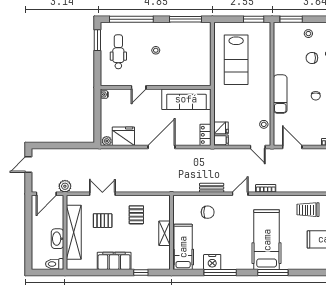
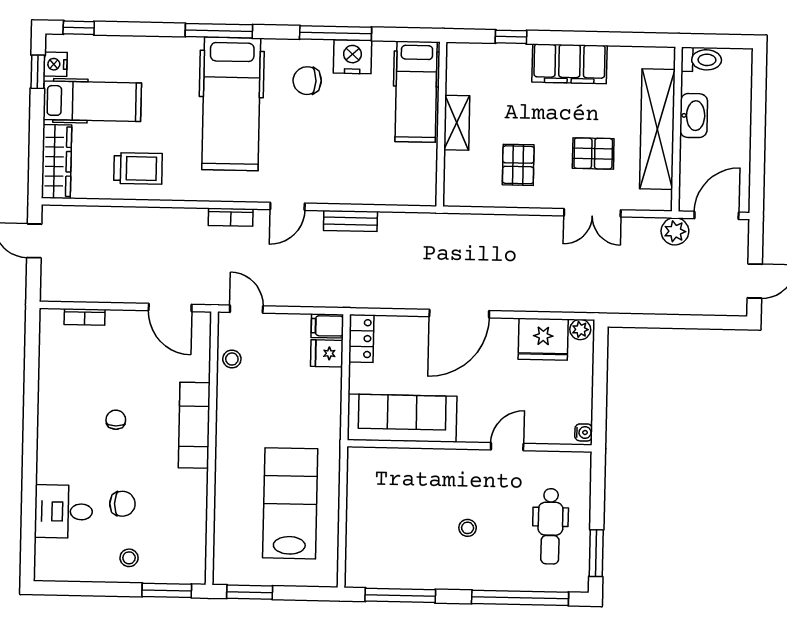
chair: (208, 212) -> (307, 81), moved

